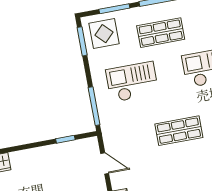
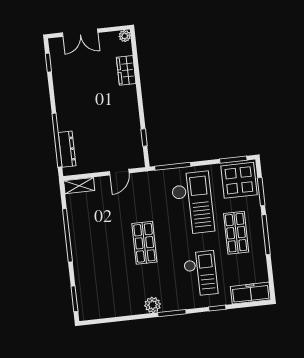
display table: (104, 34) -> (239, 180), width x1.36, depth x1.36
checkout: (132, 82) -> (193, 203), width x1.36, depth x1.21

